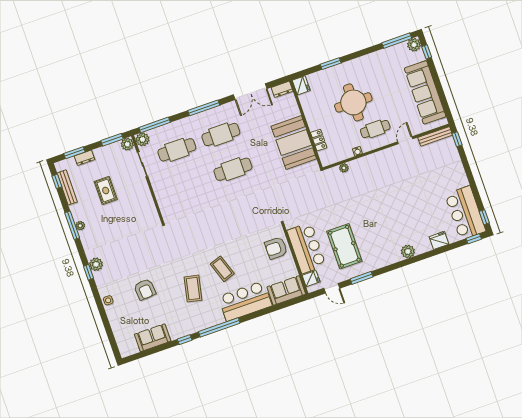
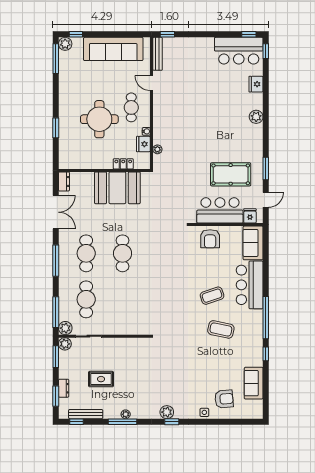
fridge: (301, 85) -> (143, 144), moved, turned -90
armchair: (145, 289) -> (224, 399), moved

